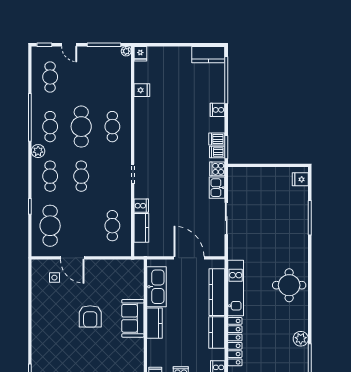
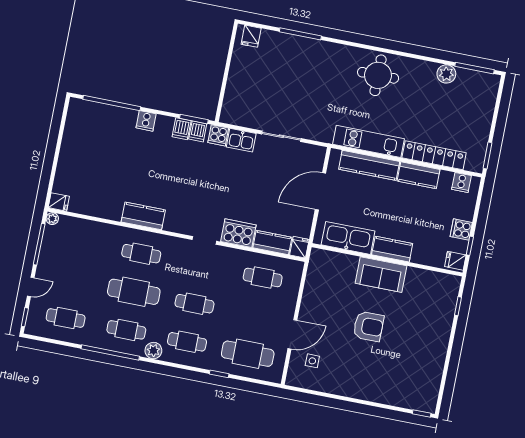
kitchen counter: (208, 55) -> (143, 216), moved, turned -90
fridge: (142, 90) -> (299, 247), moved
cooker: (141, 206) -> (238, 233), width x1.87, depth x1.31

